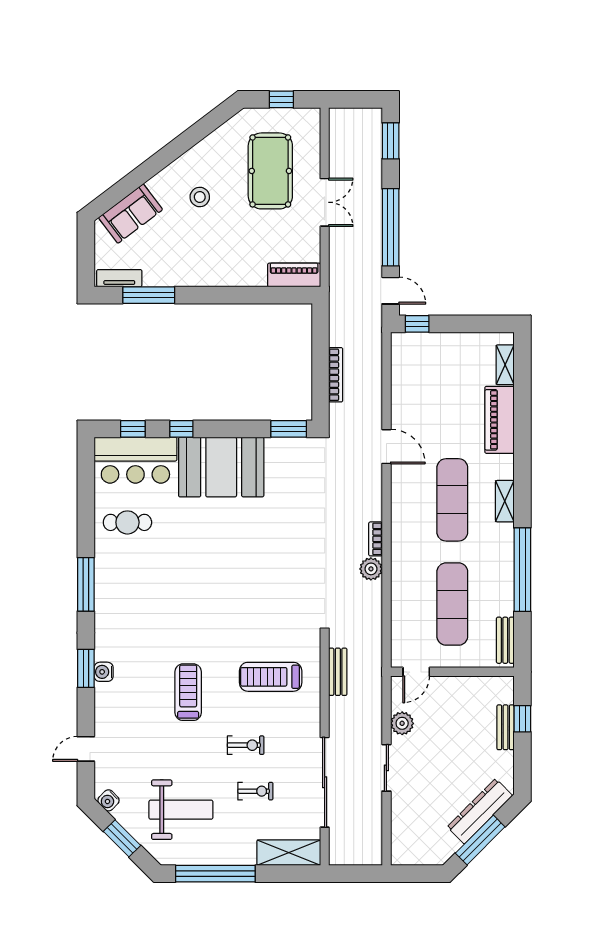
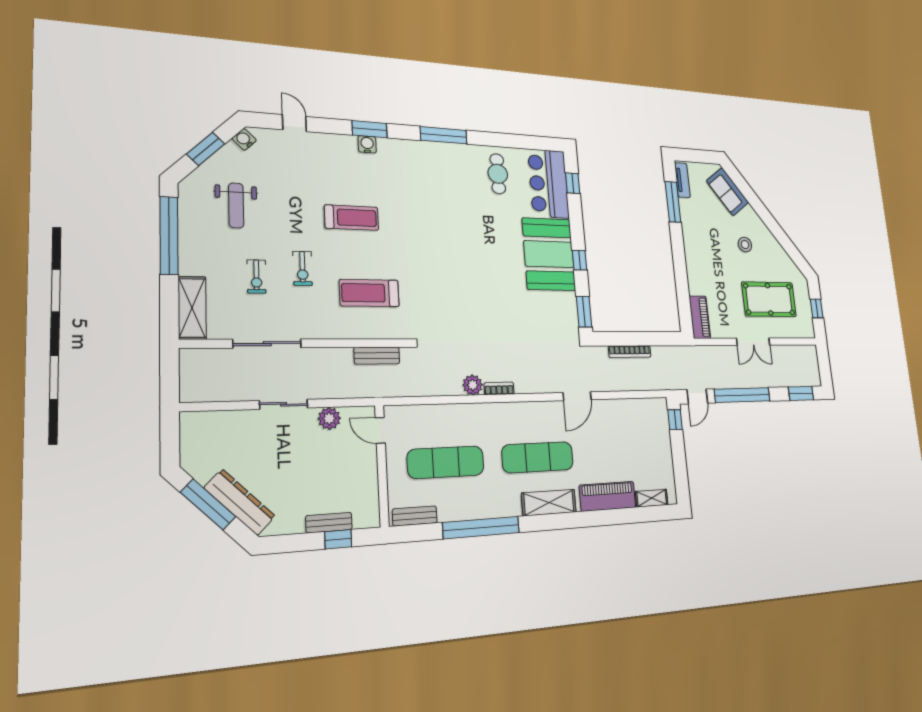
window: (181, 429) -> (579, 260), moved
shelving: (505, 501) -> (549, 503), width x1.50, depth x1.33
treadmill: (271, 677) -> (369, 293), turned -90
sliding door: (325, 782) -> (267, 344), width x0.73
weight bench: (181, 810) -> (236, 205), width x0.73, depth x0.75

